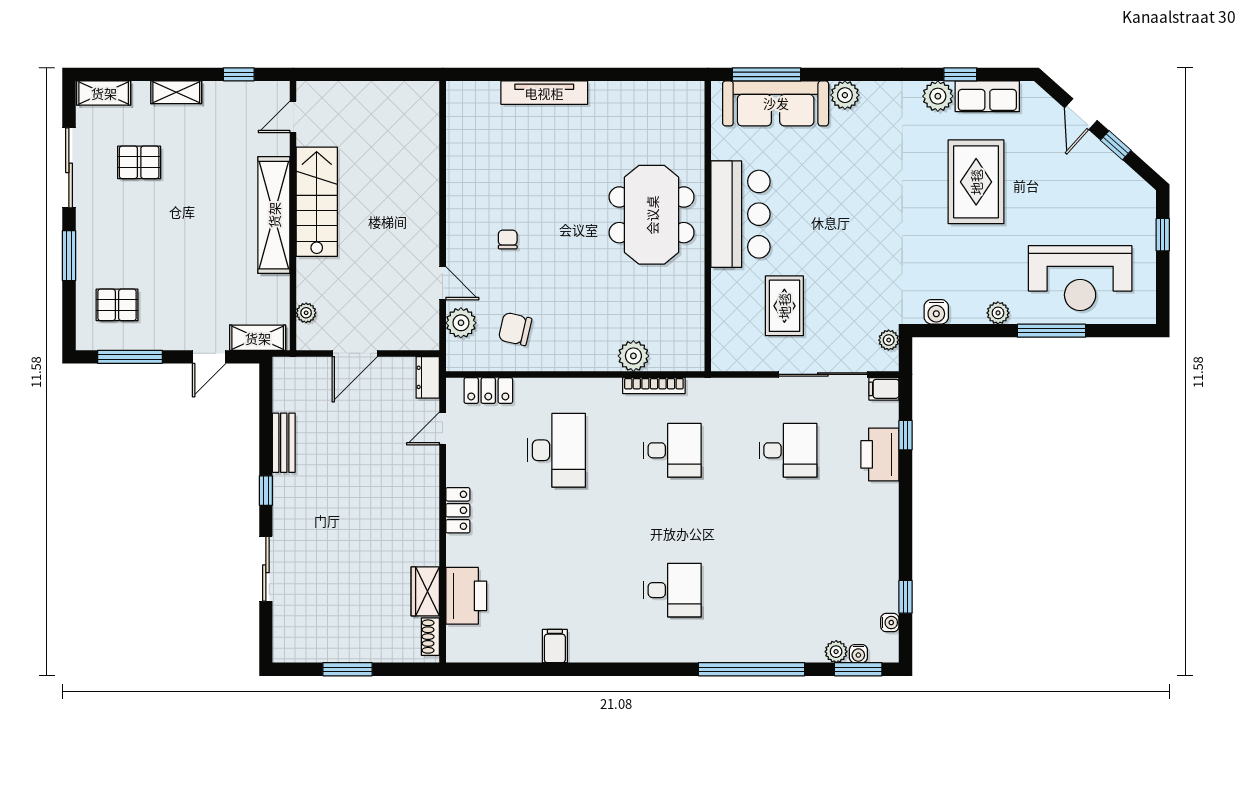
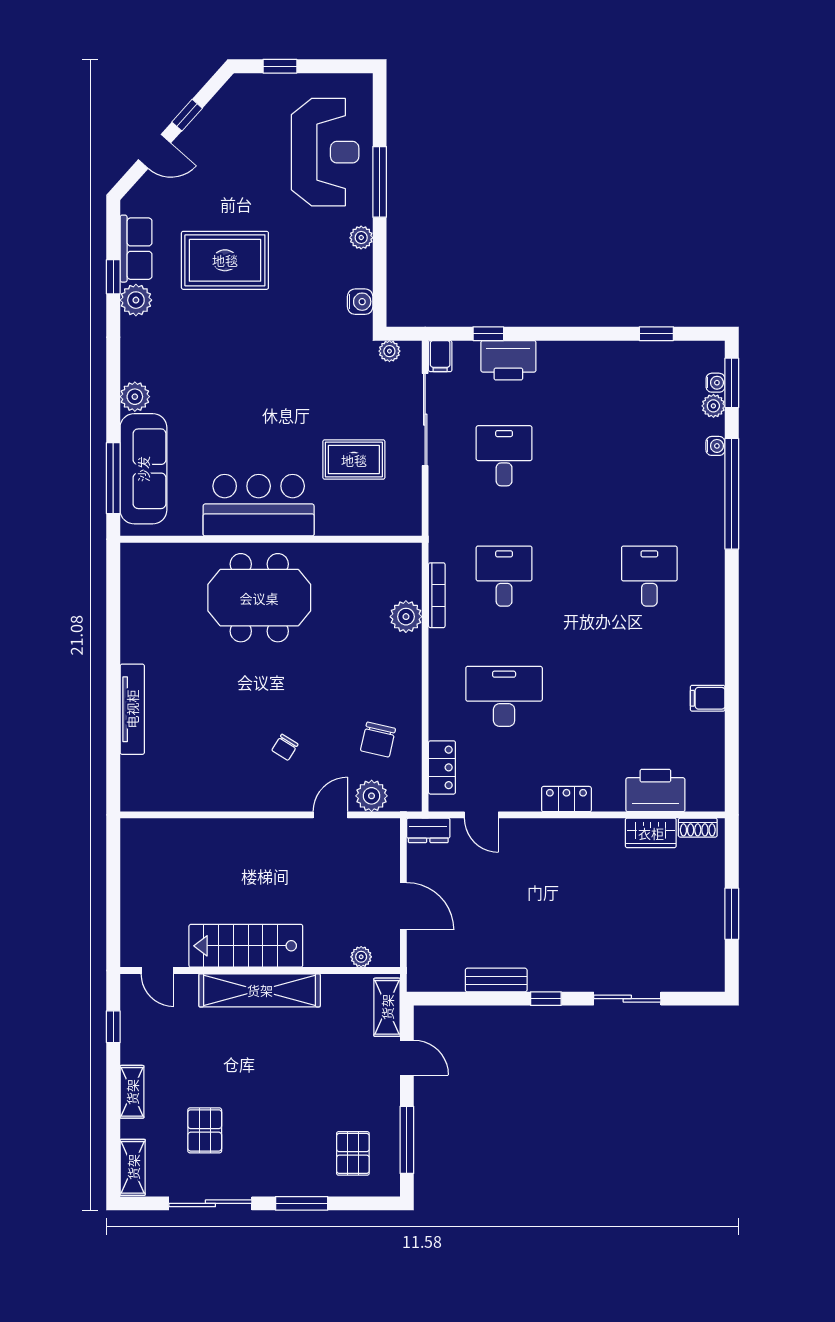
chair: (508, 239) -> (285, 747), turned -58
water cooler: (890, 623) -> (715, 446), moved, turned 90

